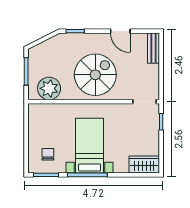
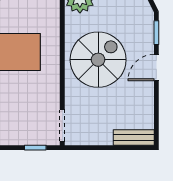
door: (120, 31) -> (156, 67), moved
spiral stairs: (95, 75) -> (98, 60), turned -90

